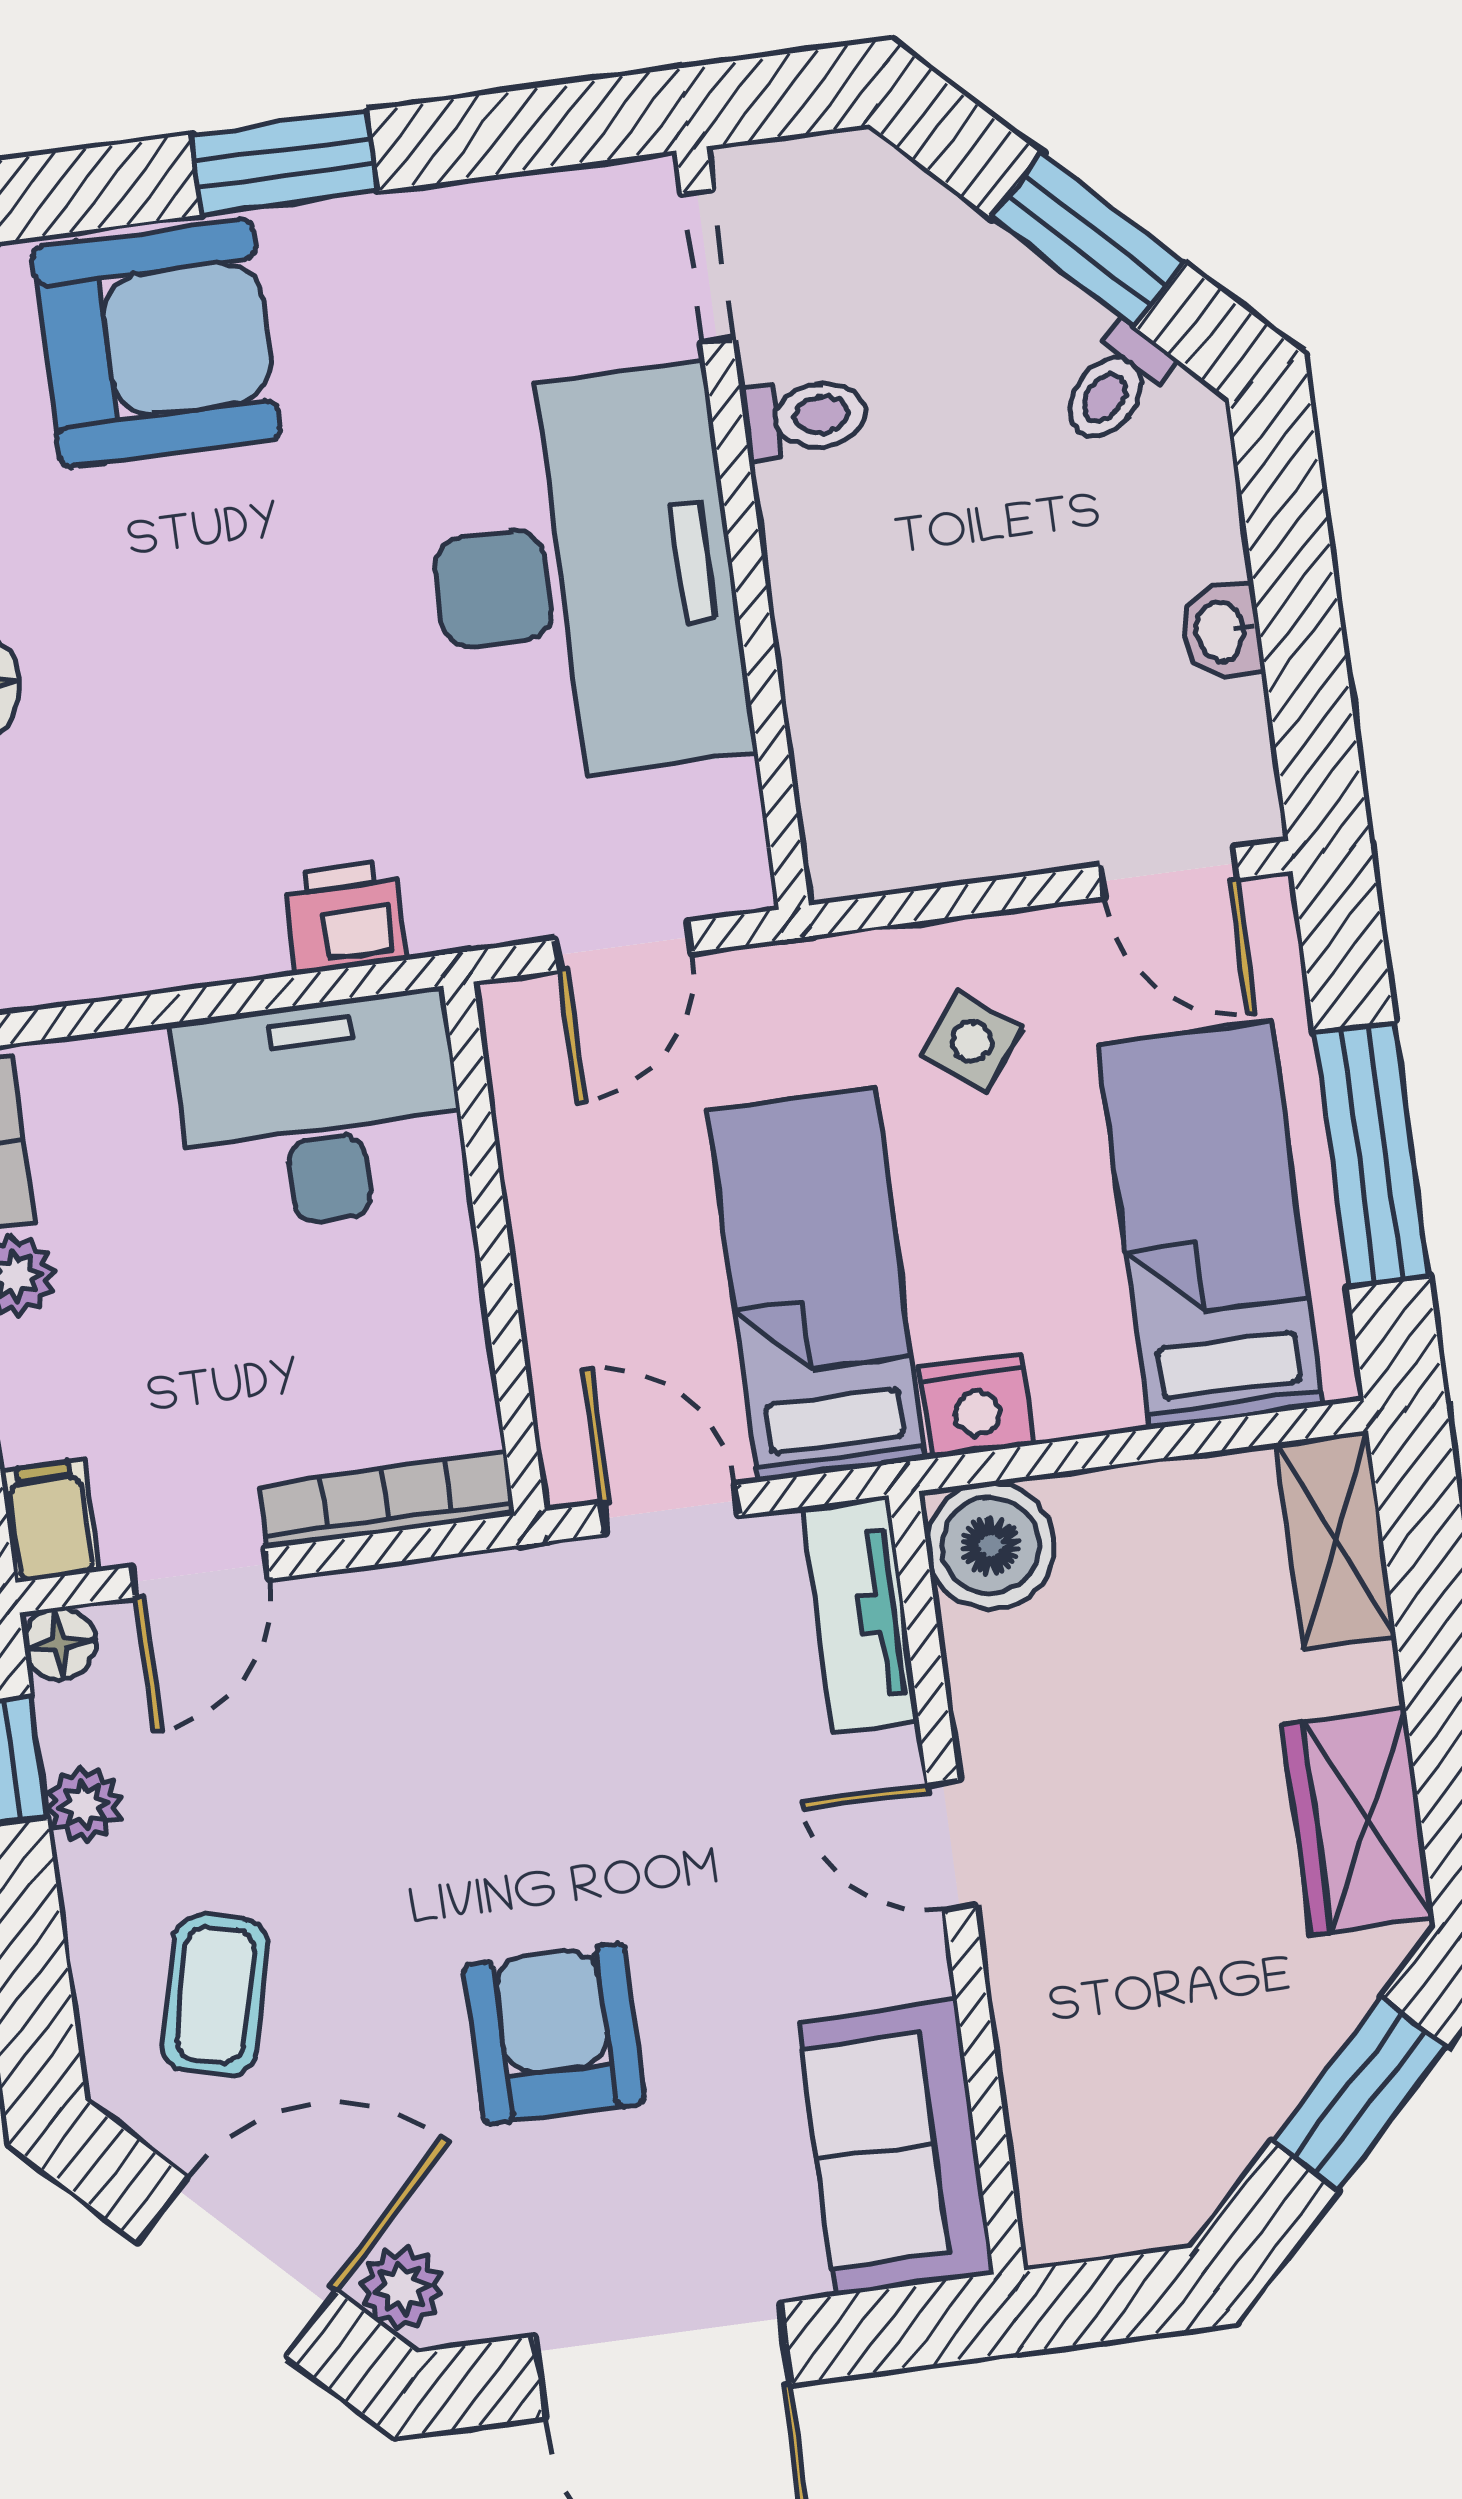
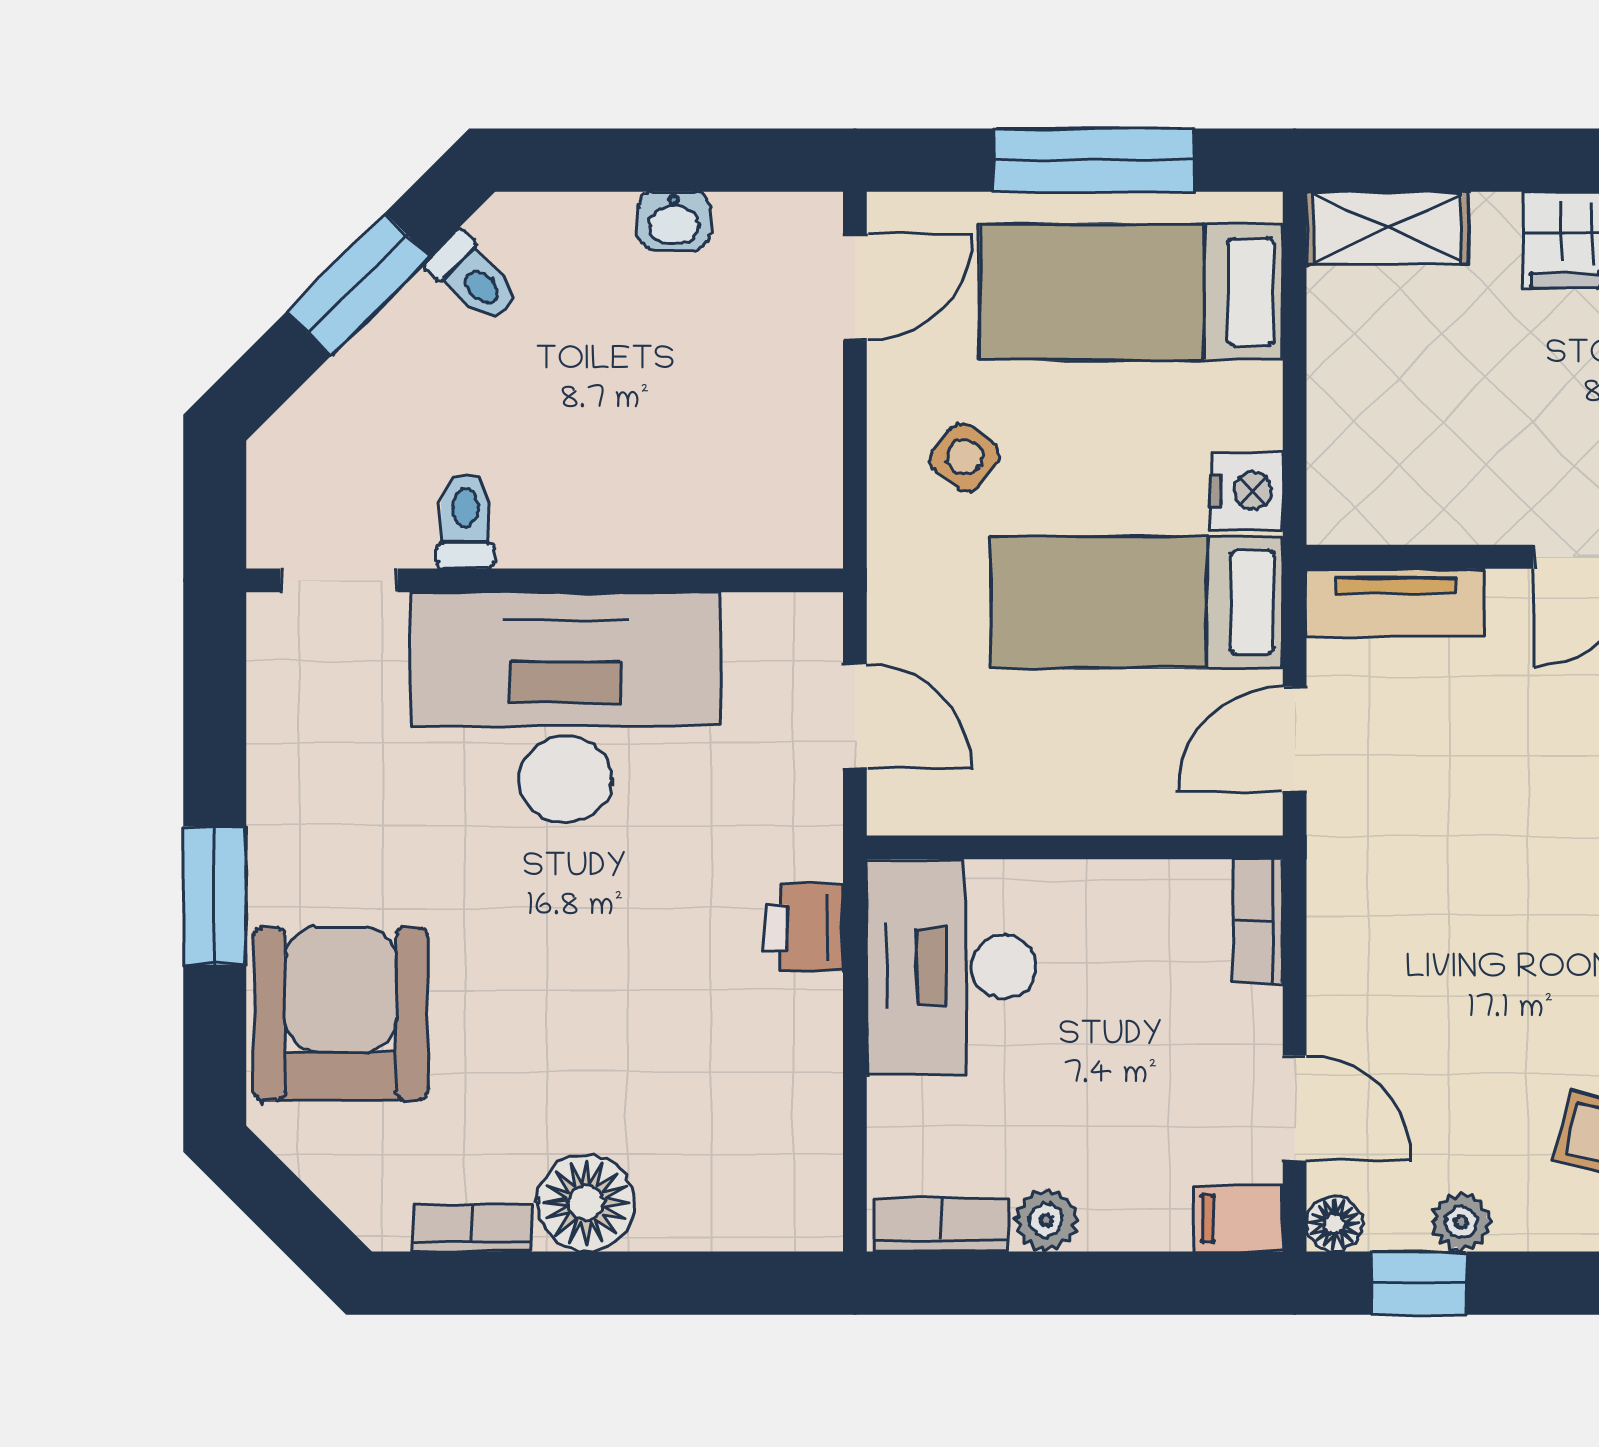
bookcase: (387, 1500) -> (1258, 921), width x0.64
boiler: (990, 1546) -> (1356, 495), removed

